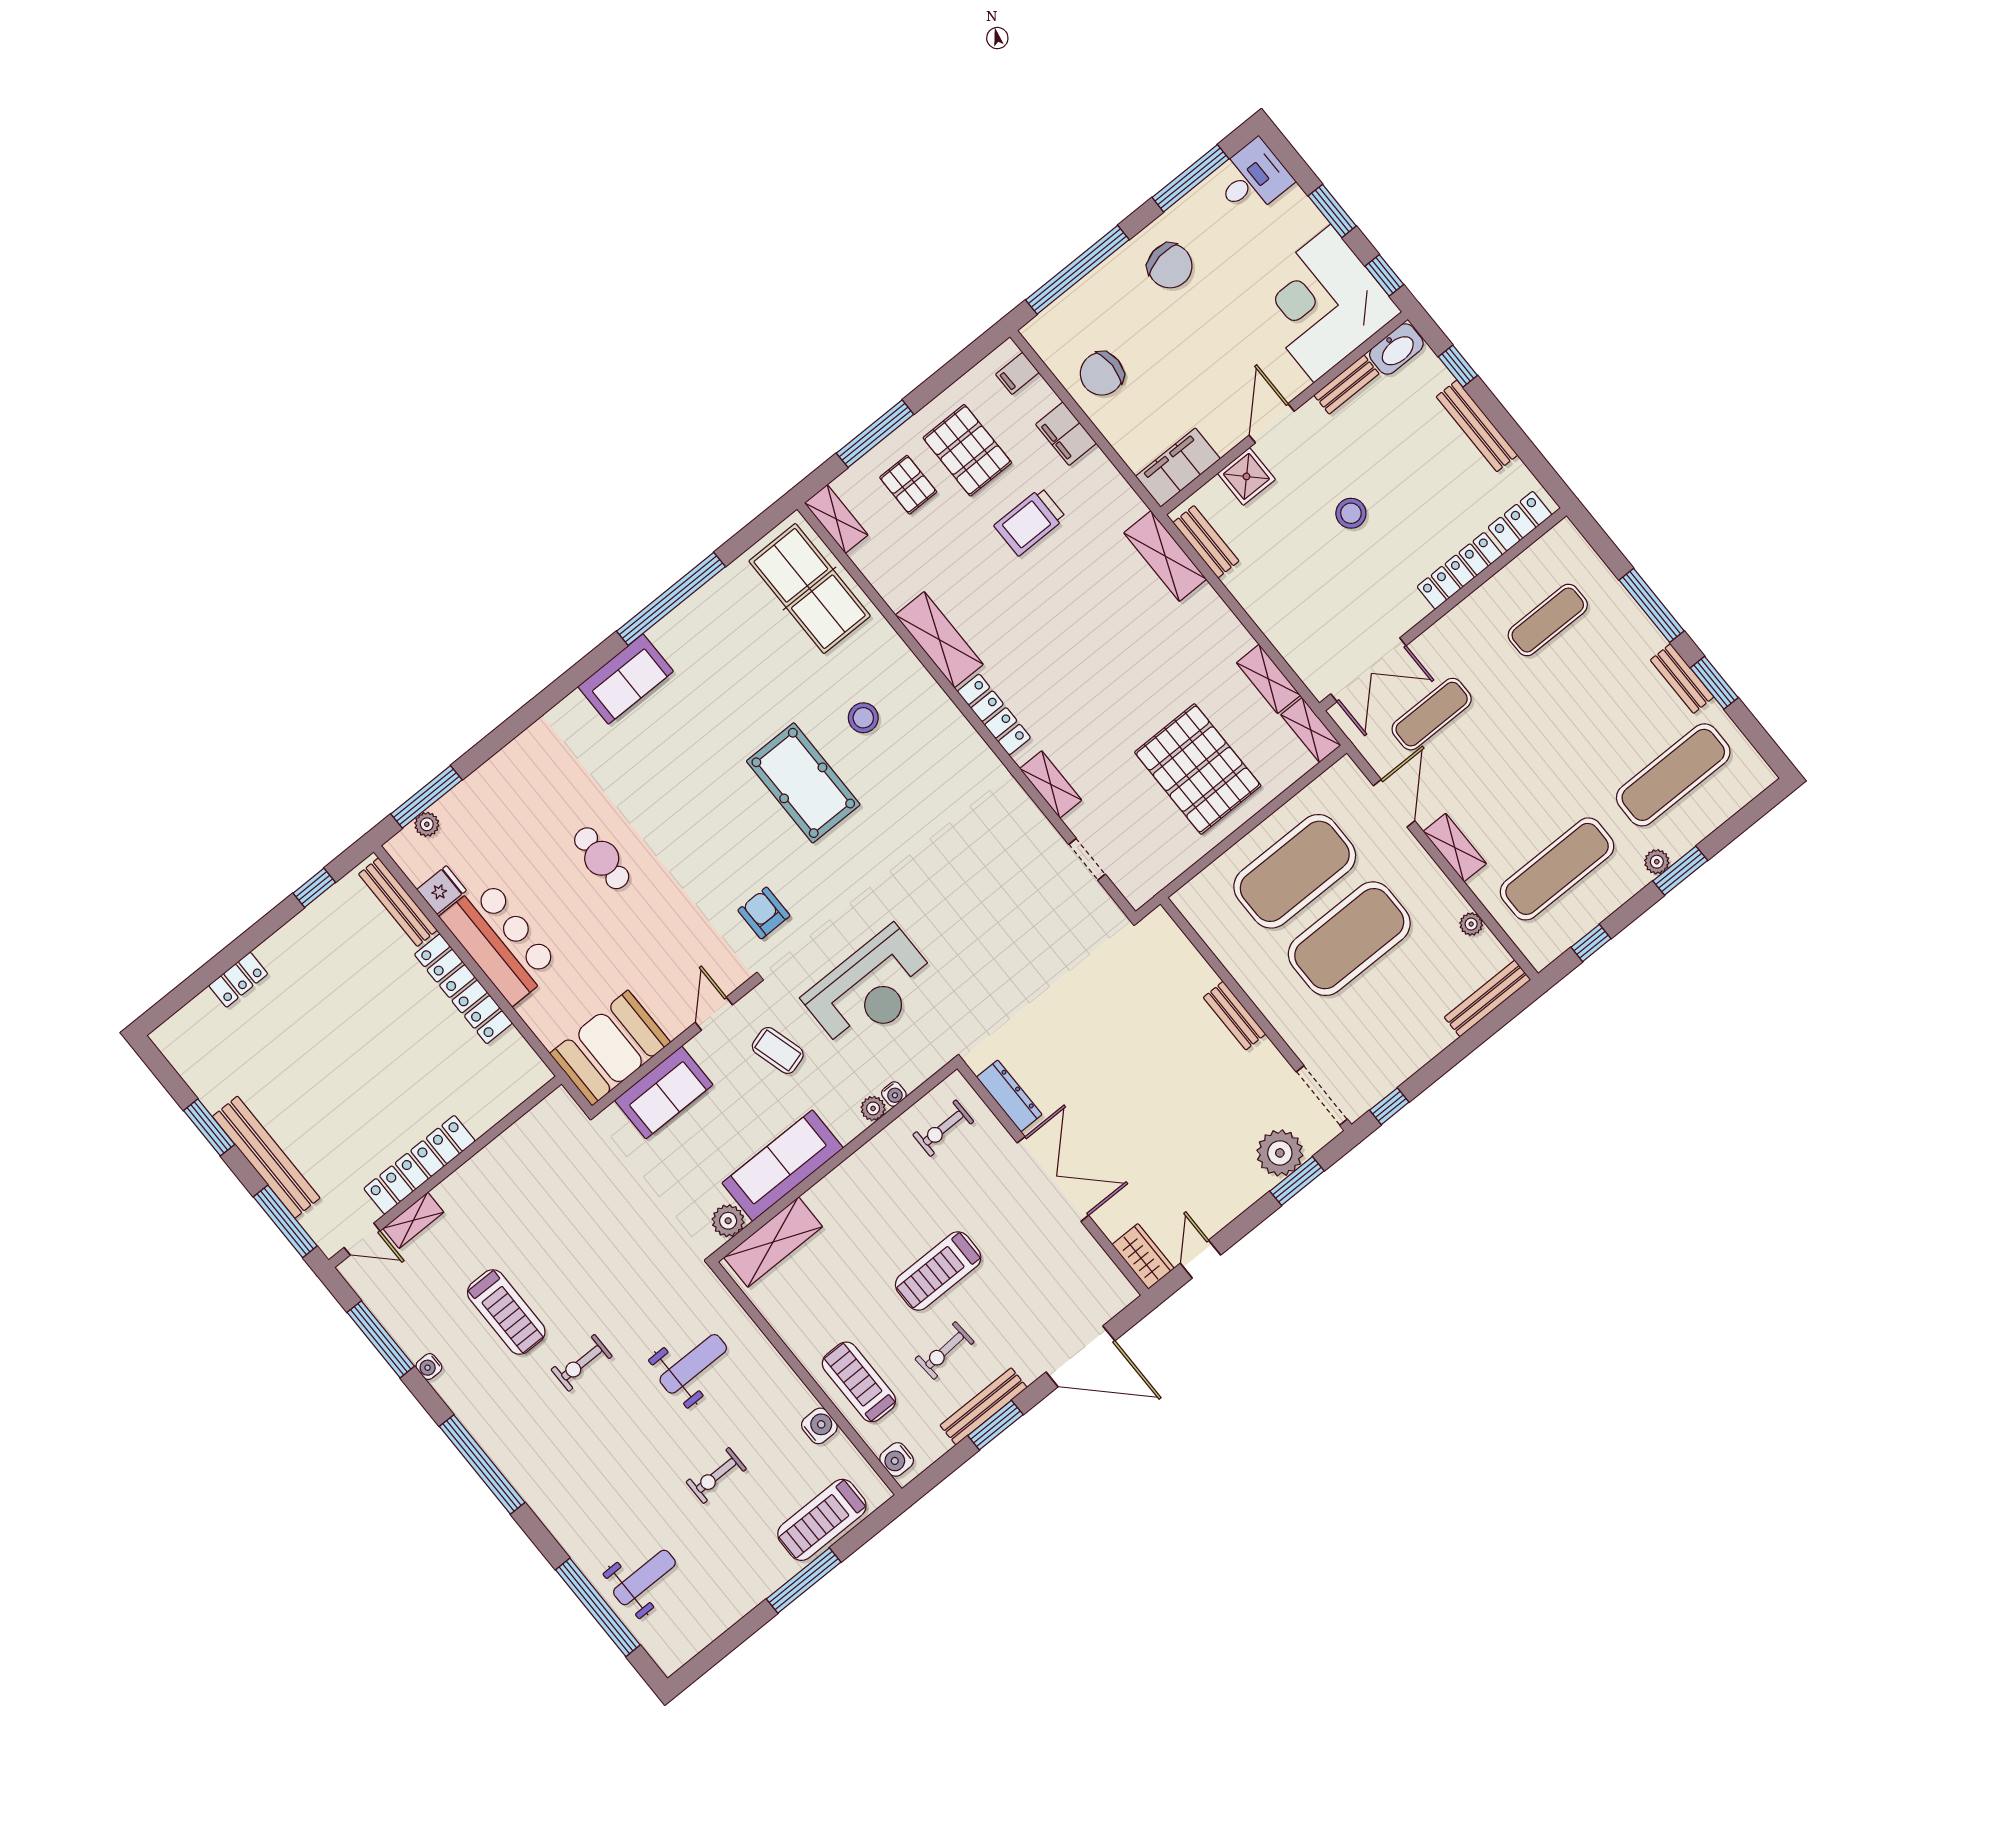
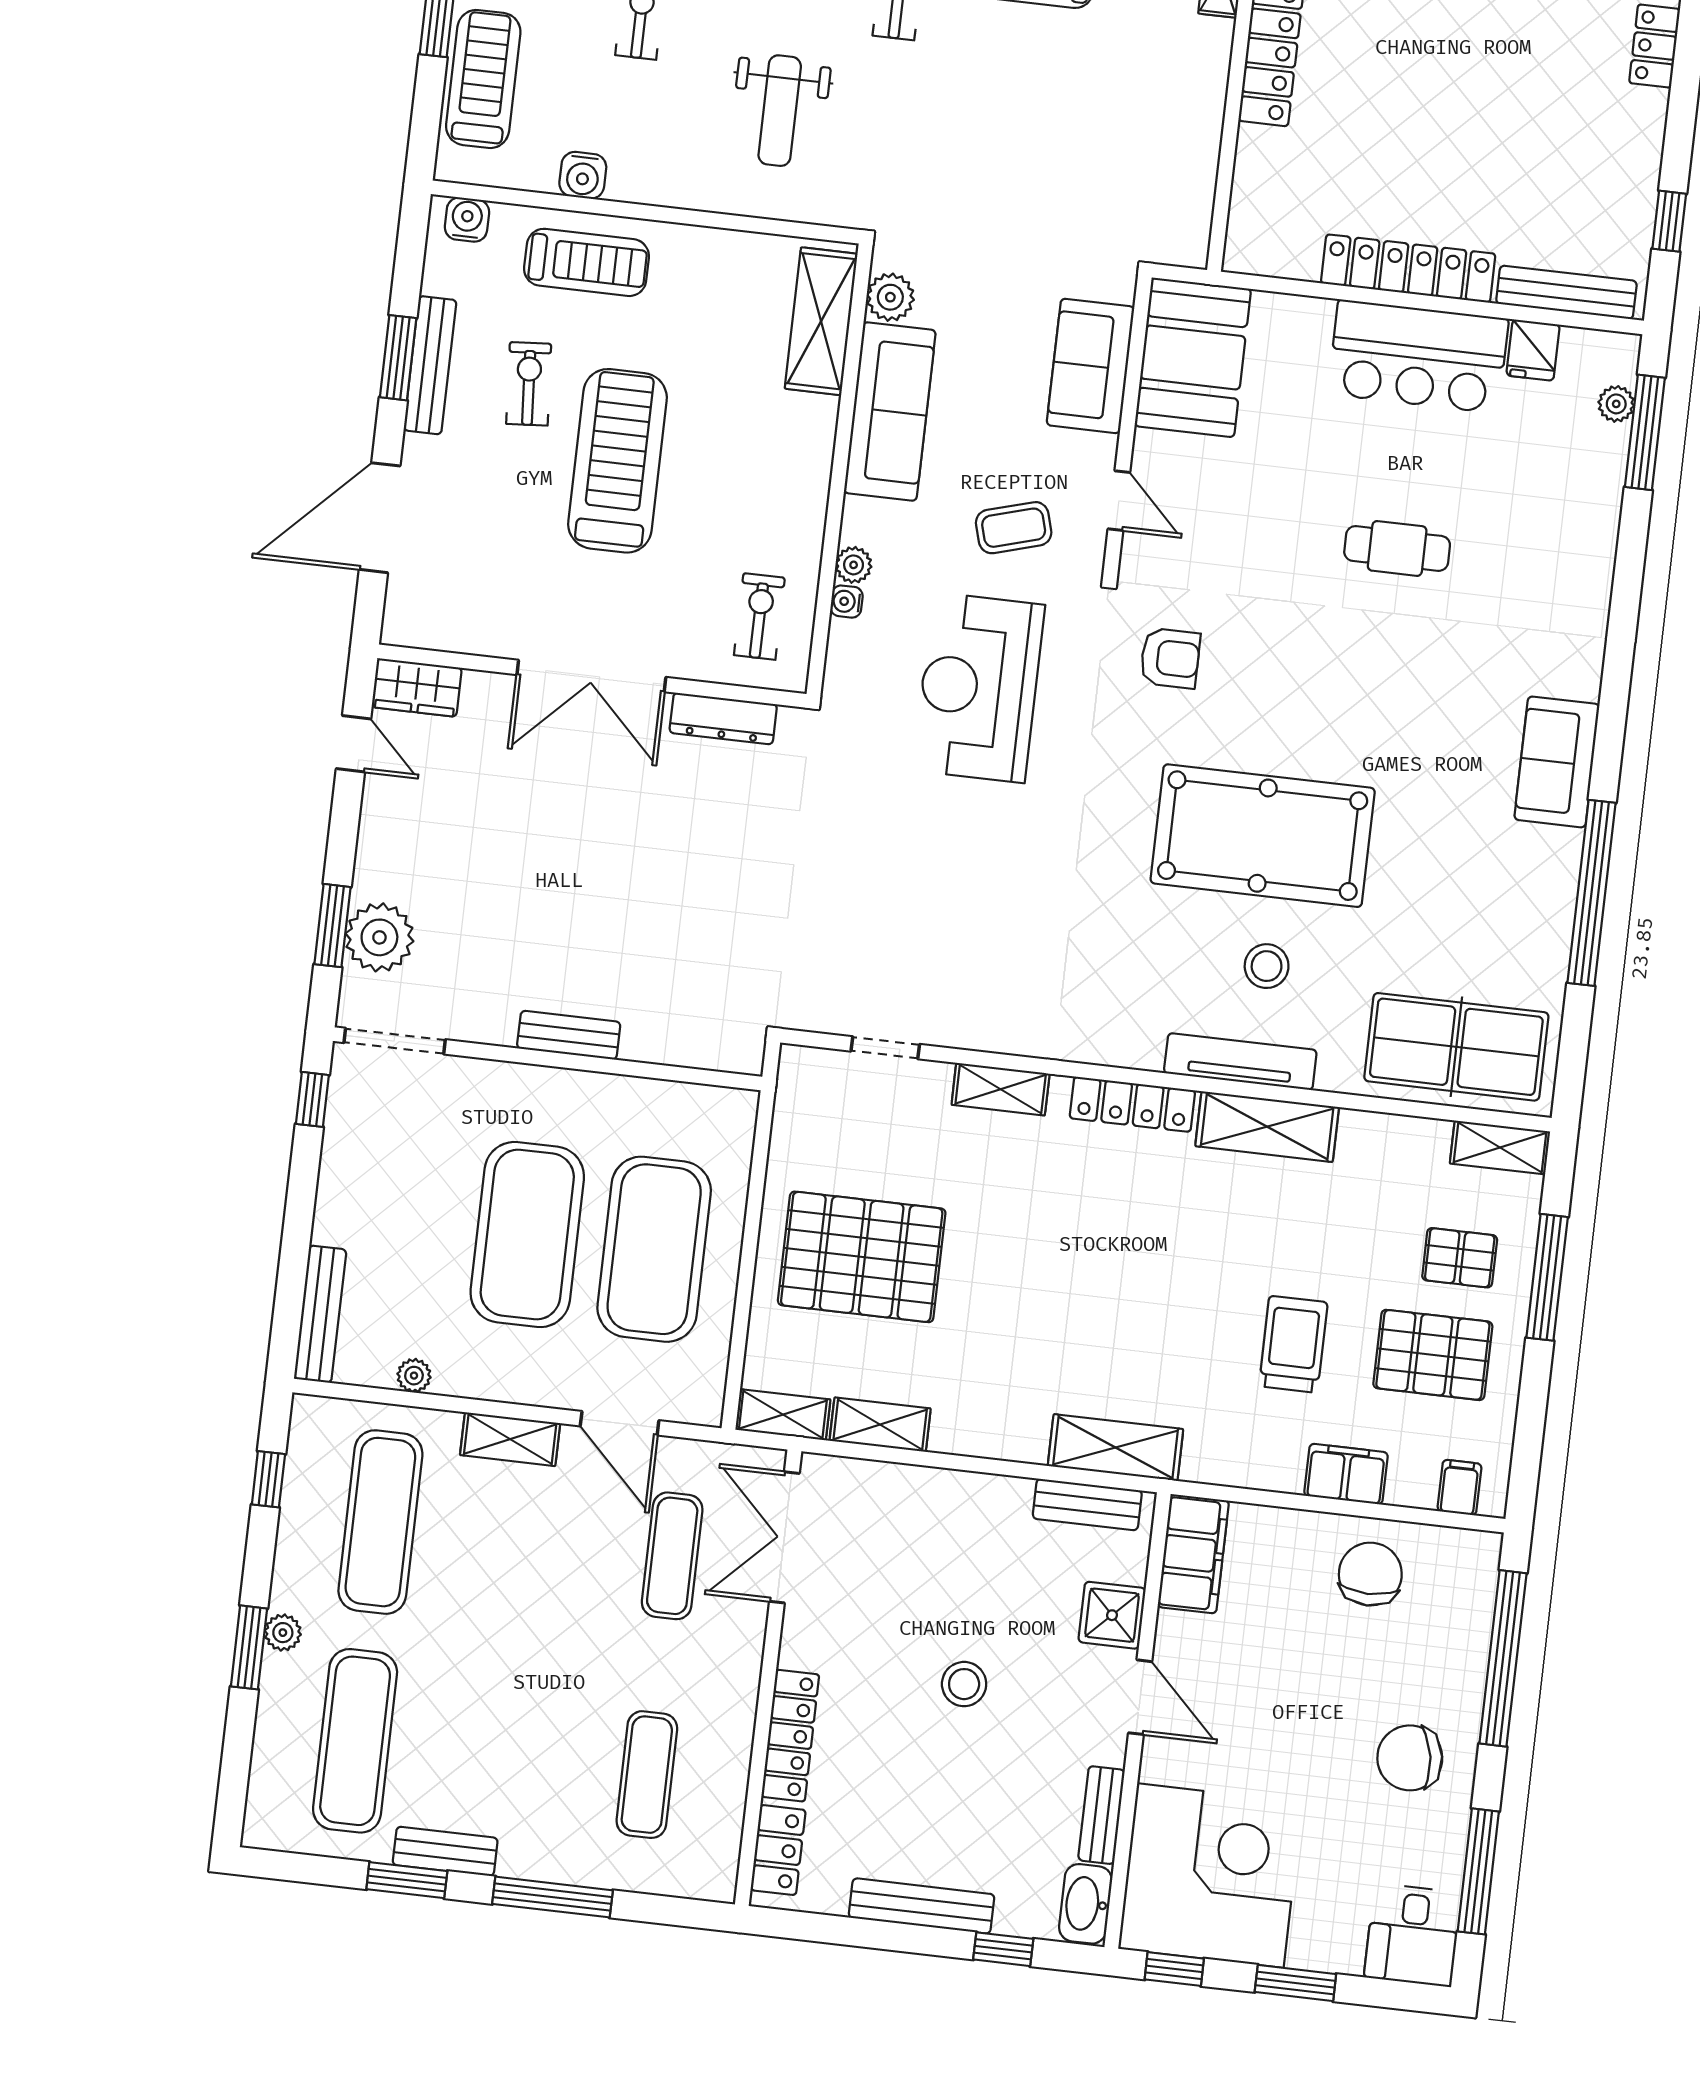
tv unit: (921, 684) -> (1240, 1062), added
pool table: (803, 783) -> (1263, 836), width x1.36, depth x1.32
treadmill: (938, 1271) -> (617, 461), width x1.37, depth x1.38

